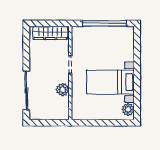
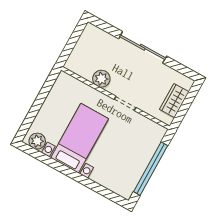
wardrobe: (50, 33) -> (174, 101), width x0.67
sliding door: (26, 90) -> (143, 47), moved

